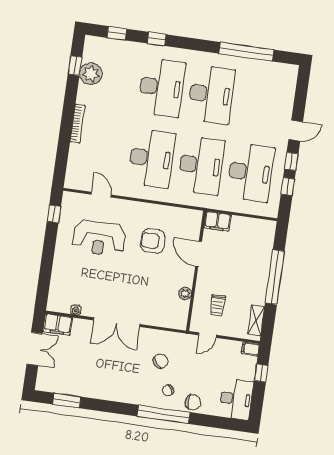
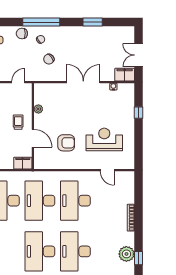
window: (54, 214) -> (138, 113), moved
trolley: (218, 306) -> (18, 122), moved
window: (67, 401) -> (93, 22), moved

